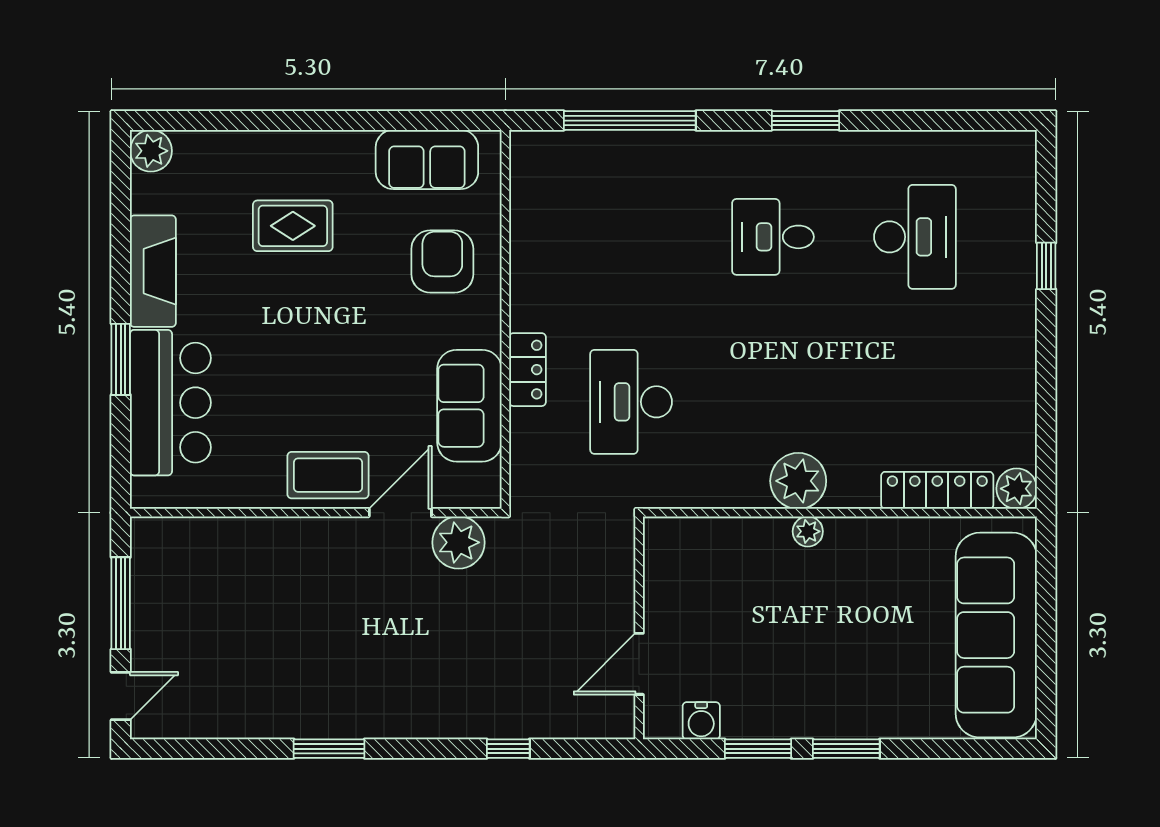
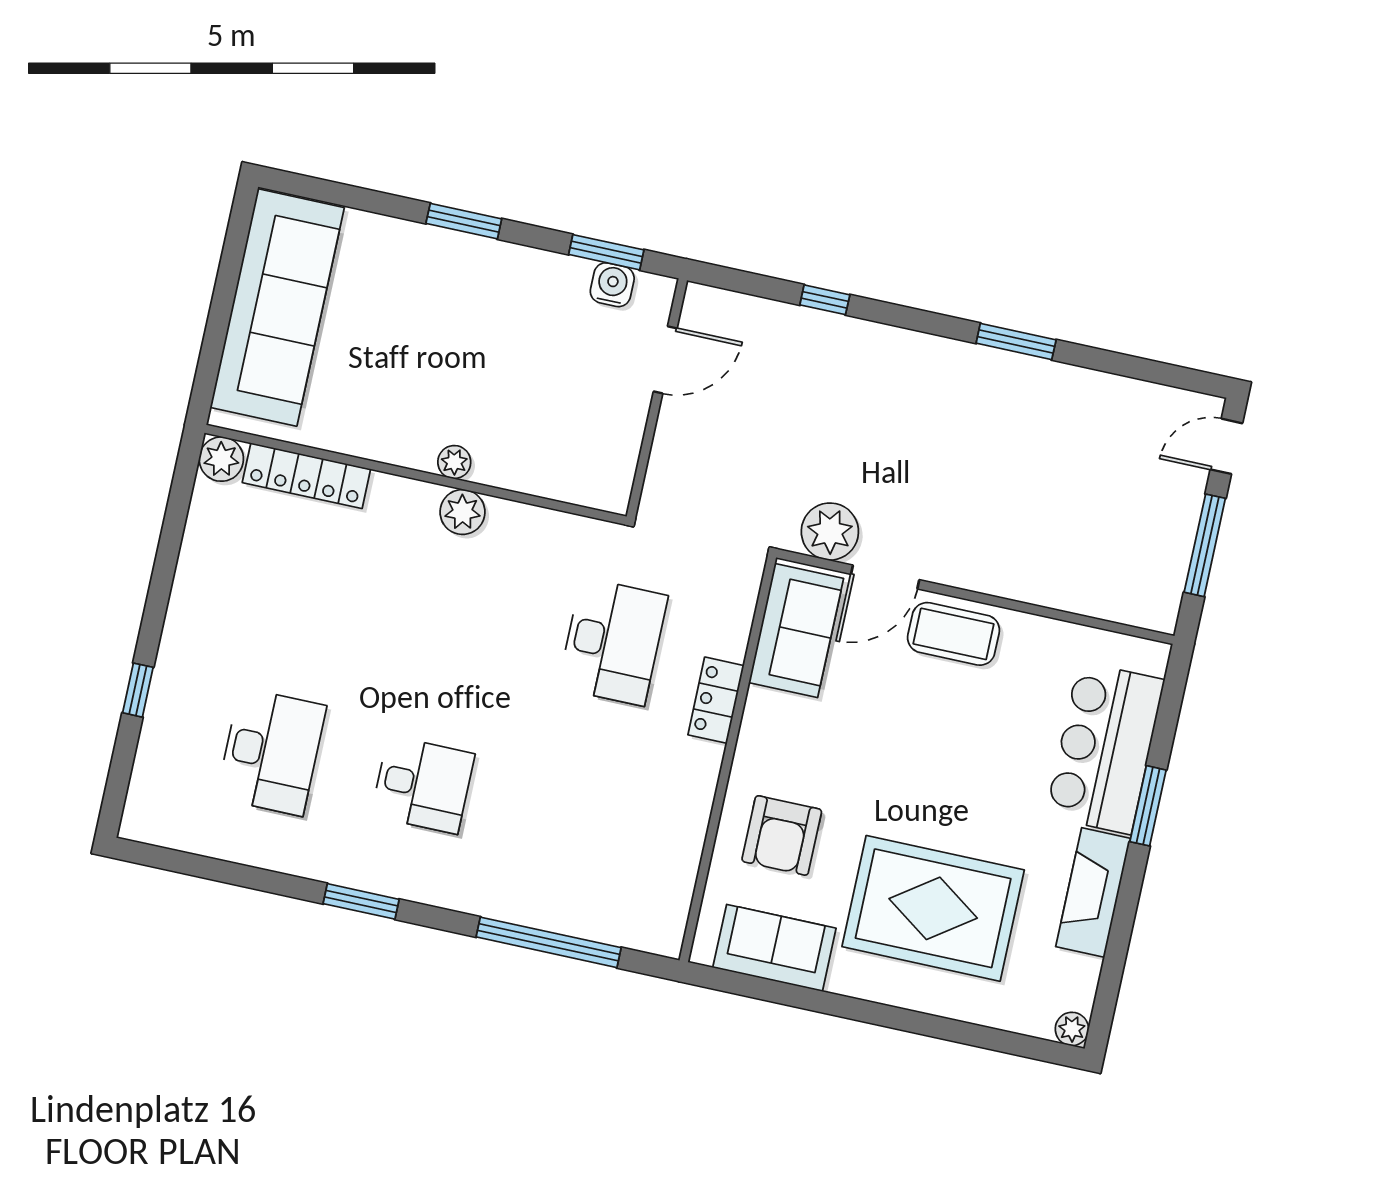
plant: (151, 151) -> (1072, 1029), width x0.73, depth x0.73
rug: (293, 226) -> (933, 908), width x1.86, depth x2.06
desk: (915, 237) -> (271, 752), turned 180
sofa: (469, 406) -> (796, 631), moved
plant: (798, 481) -> (462, 512), width x0.73, depth x0.73
window: (758, 749) -> (606, 252), moved

